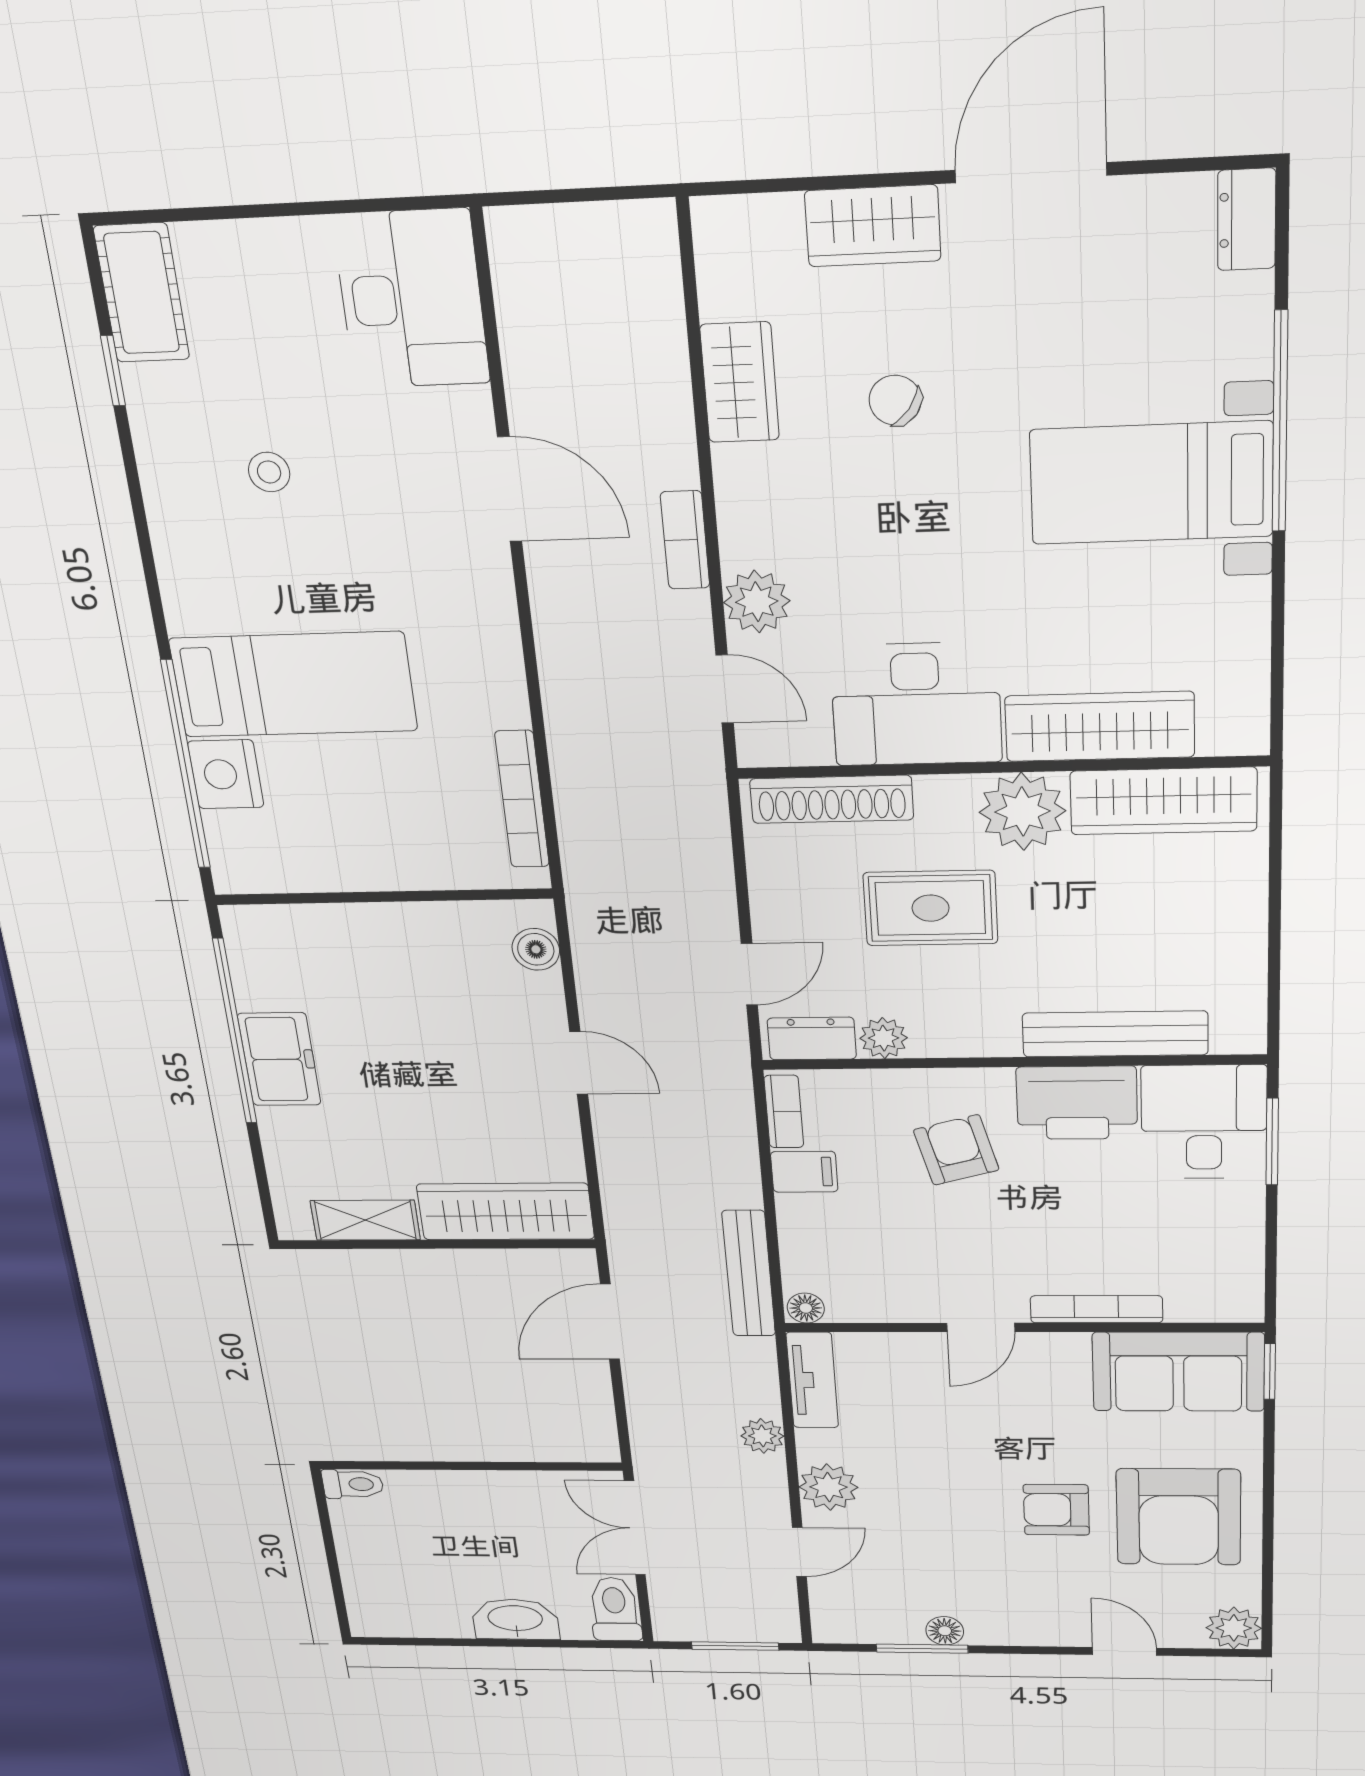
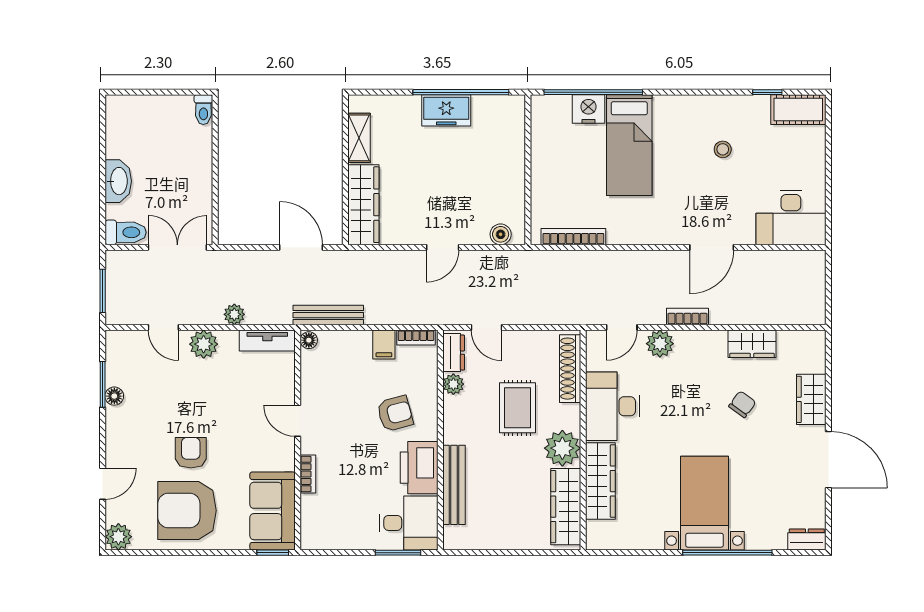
bookcase: (1096, 1309) -> (308, 474), width x0.64

